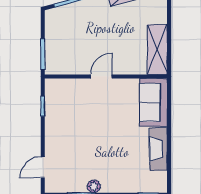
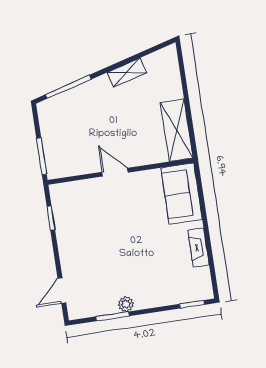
door: (101, 76) -> (115, 172), hinge flipped
fireplace: (158, 149) -> (198, 248), width x0.73, depth x0.76

